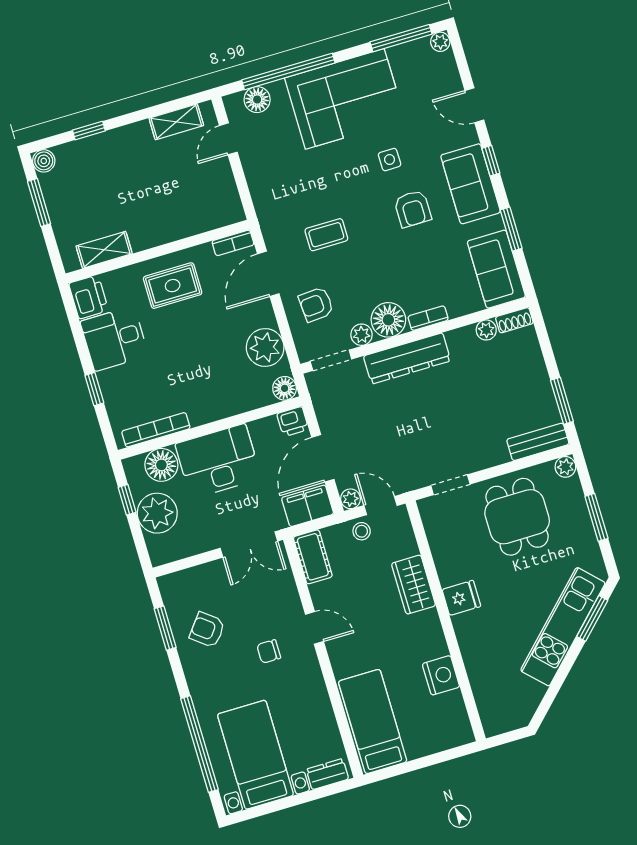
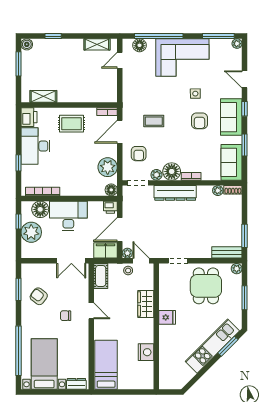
armchair: (316, 304) -> (139, 154), turned -86
desk: (114, 339) -> (36, 146), width x1.37

